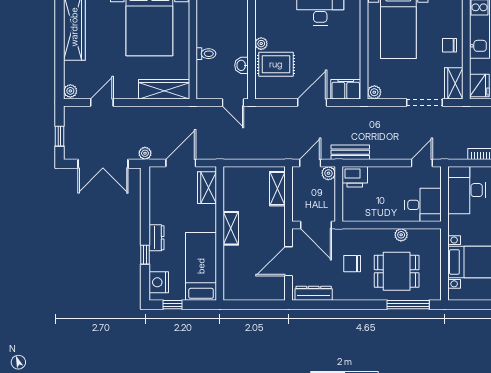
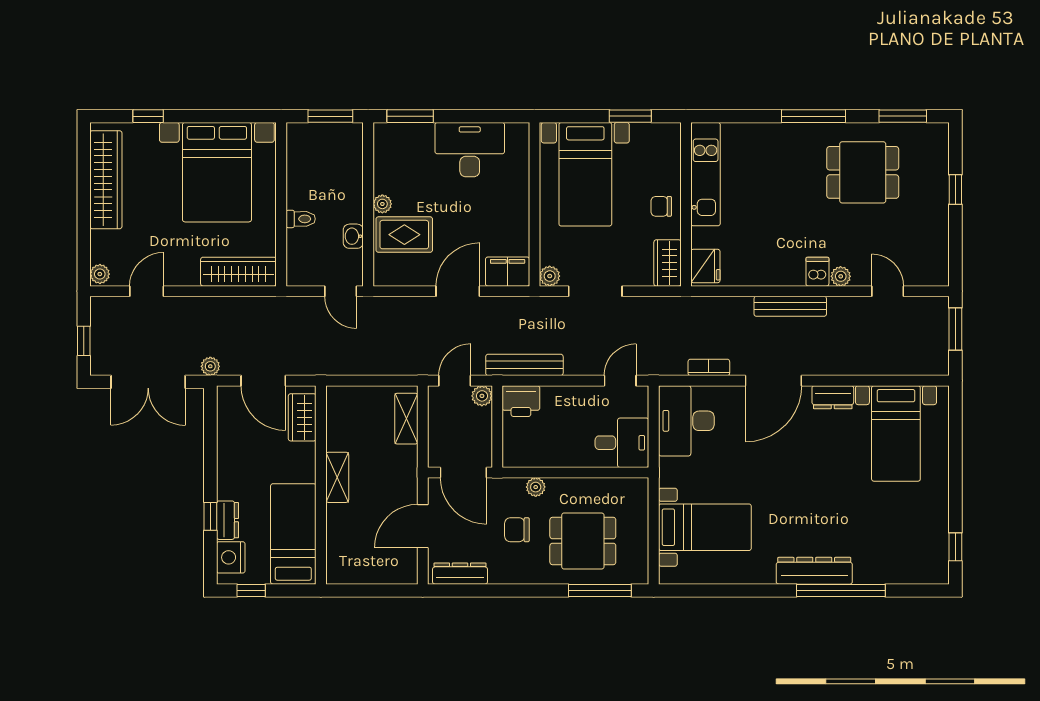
doorway: (424, 103) -> (595, 291), moved
bench: (350, 152) -> (524, 365), width x1.36
door: (181, 163) -> (263, 381), swing flipped
plant: (401, 235) -> (536, 487), moved
dresser: (157, 238) -> (228, 520), moved

